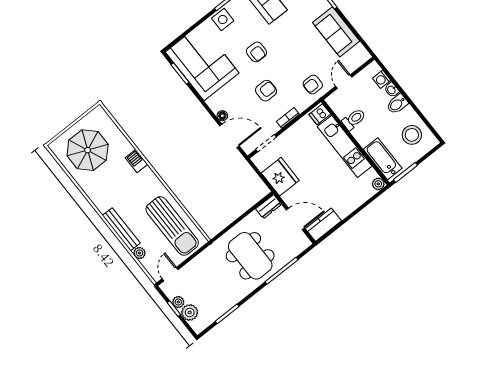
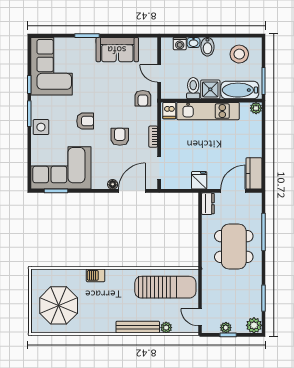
shower: (364, 134) -> (210, 89), added
fridge: (280, 177) -> (199, 180), width x0.53, depth x0.75
dining table: (250, 256) -> (234, 246), turned 90
plant: (190, 312) -> (254, 325), moved

